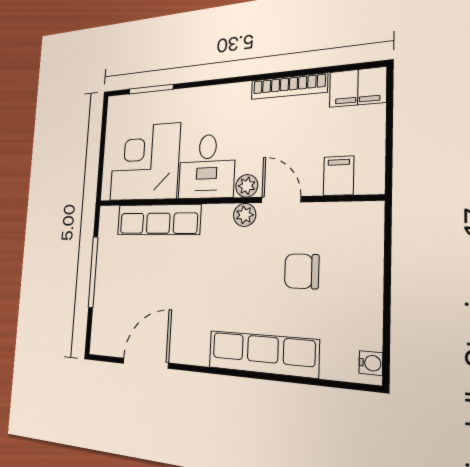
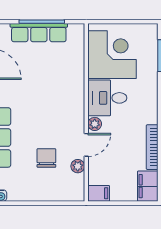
filing cabinet: (338, 176) -> (99, 193), moved
plant: (245, 215) -> (78, 166), moved
row of seats: (158, 220) -> (39, 33), moved, turned -90

